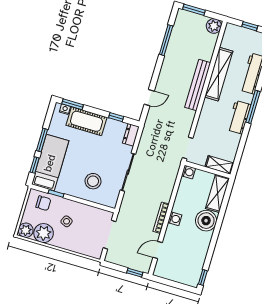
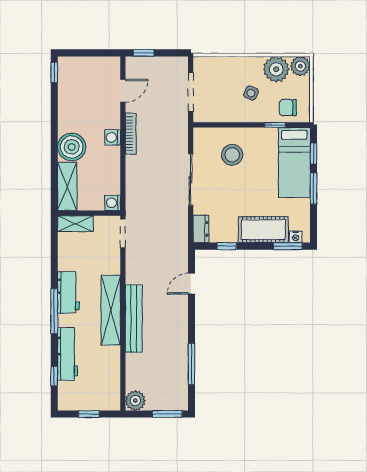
shelving: (219, 74) -> (111, 310), moved

